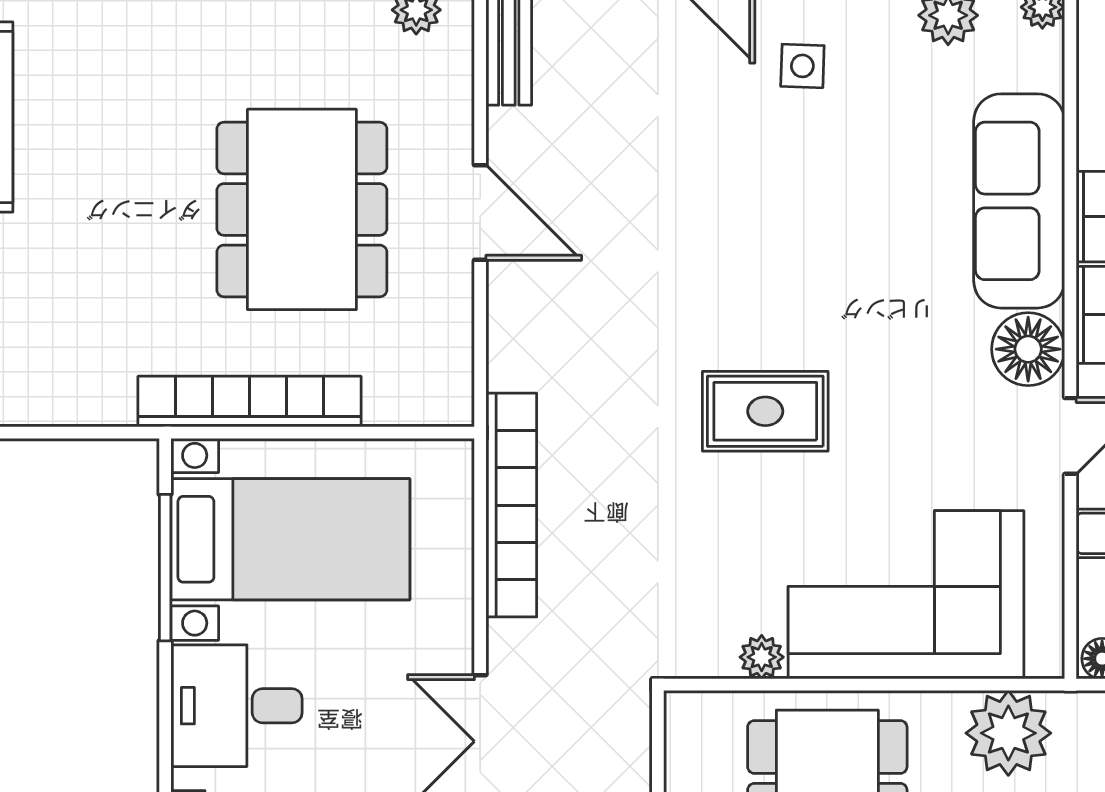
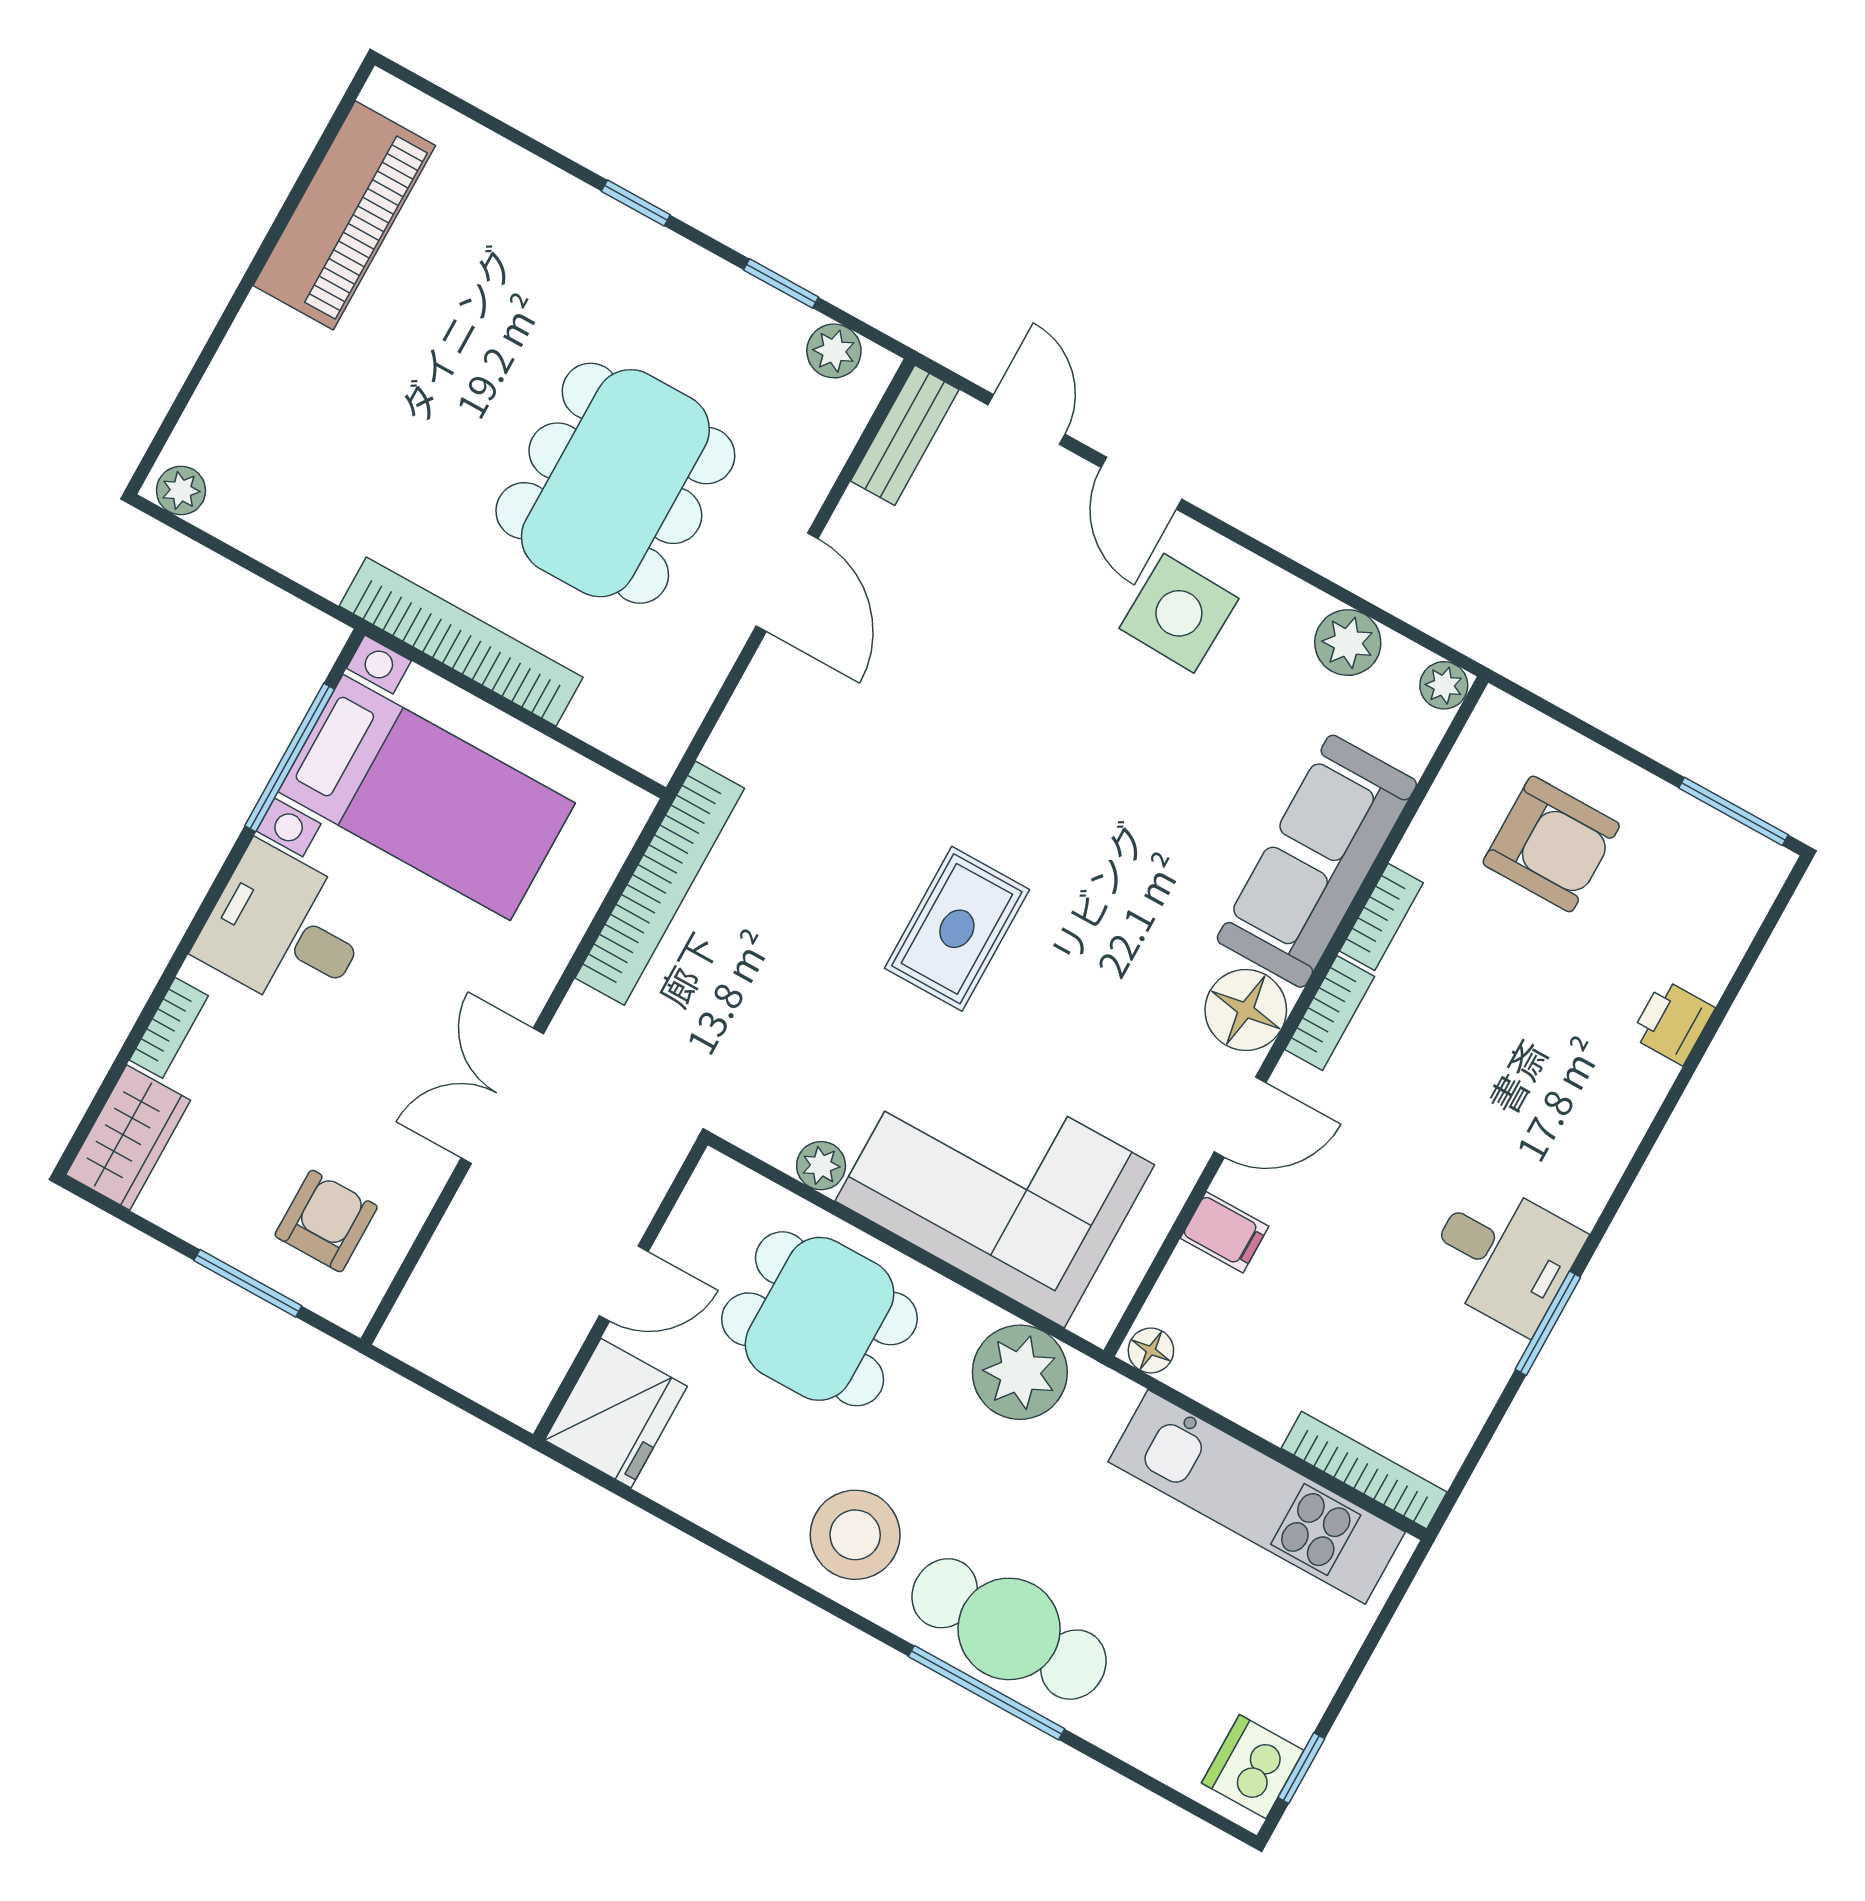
side table: (802, 66) -> (1179, 613), width x1.87, depth x1.87
rug: (765, 411) -> (957, 929), turned 90

